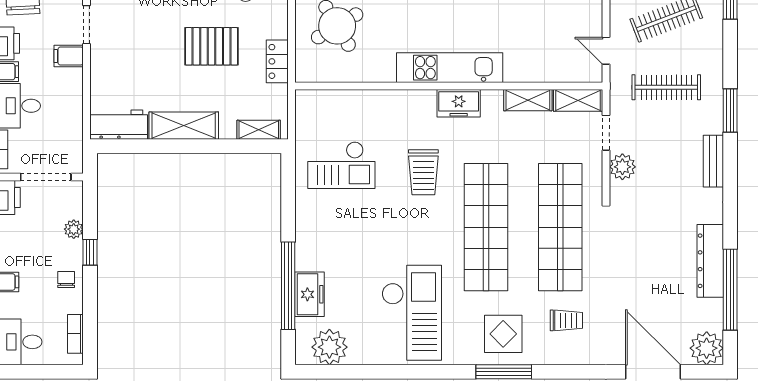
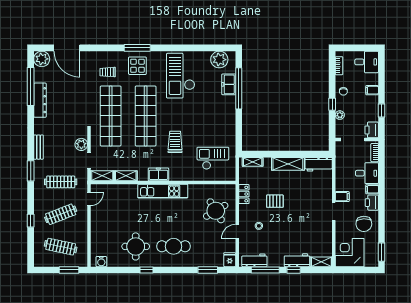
pallet: (212, 46) -> (275, 201), width x0.67, depth x0.71
door: (606, 51) -> (89, 199), hinge flipped
checkout: (341, 165) -> (213, 158), moved

